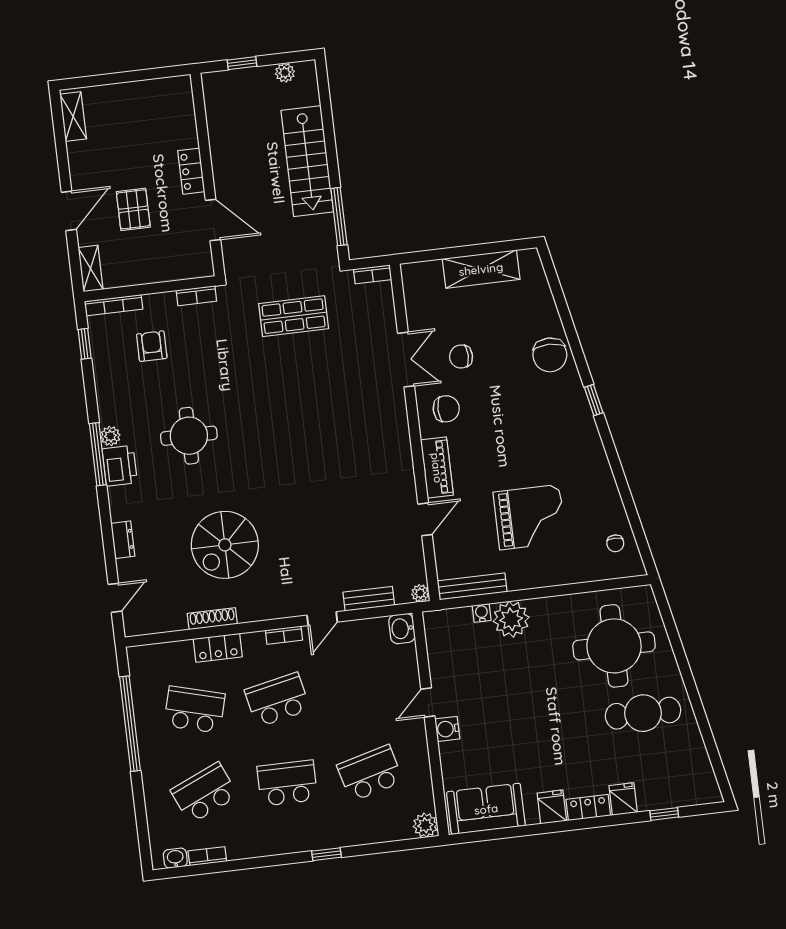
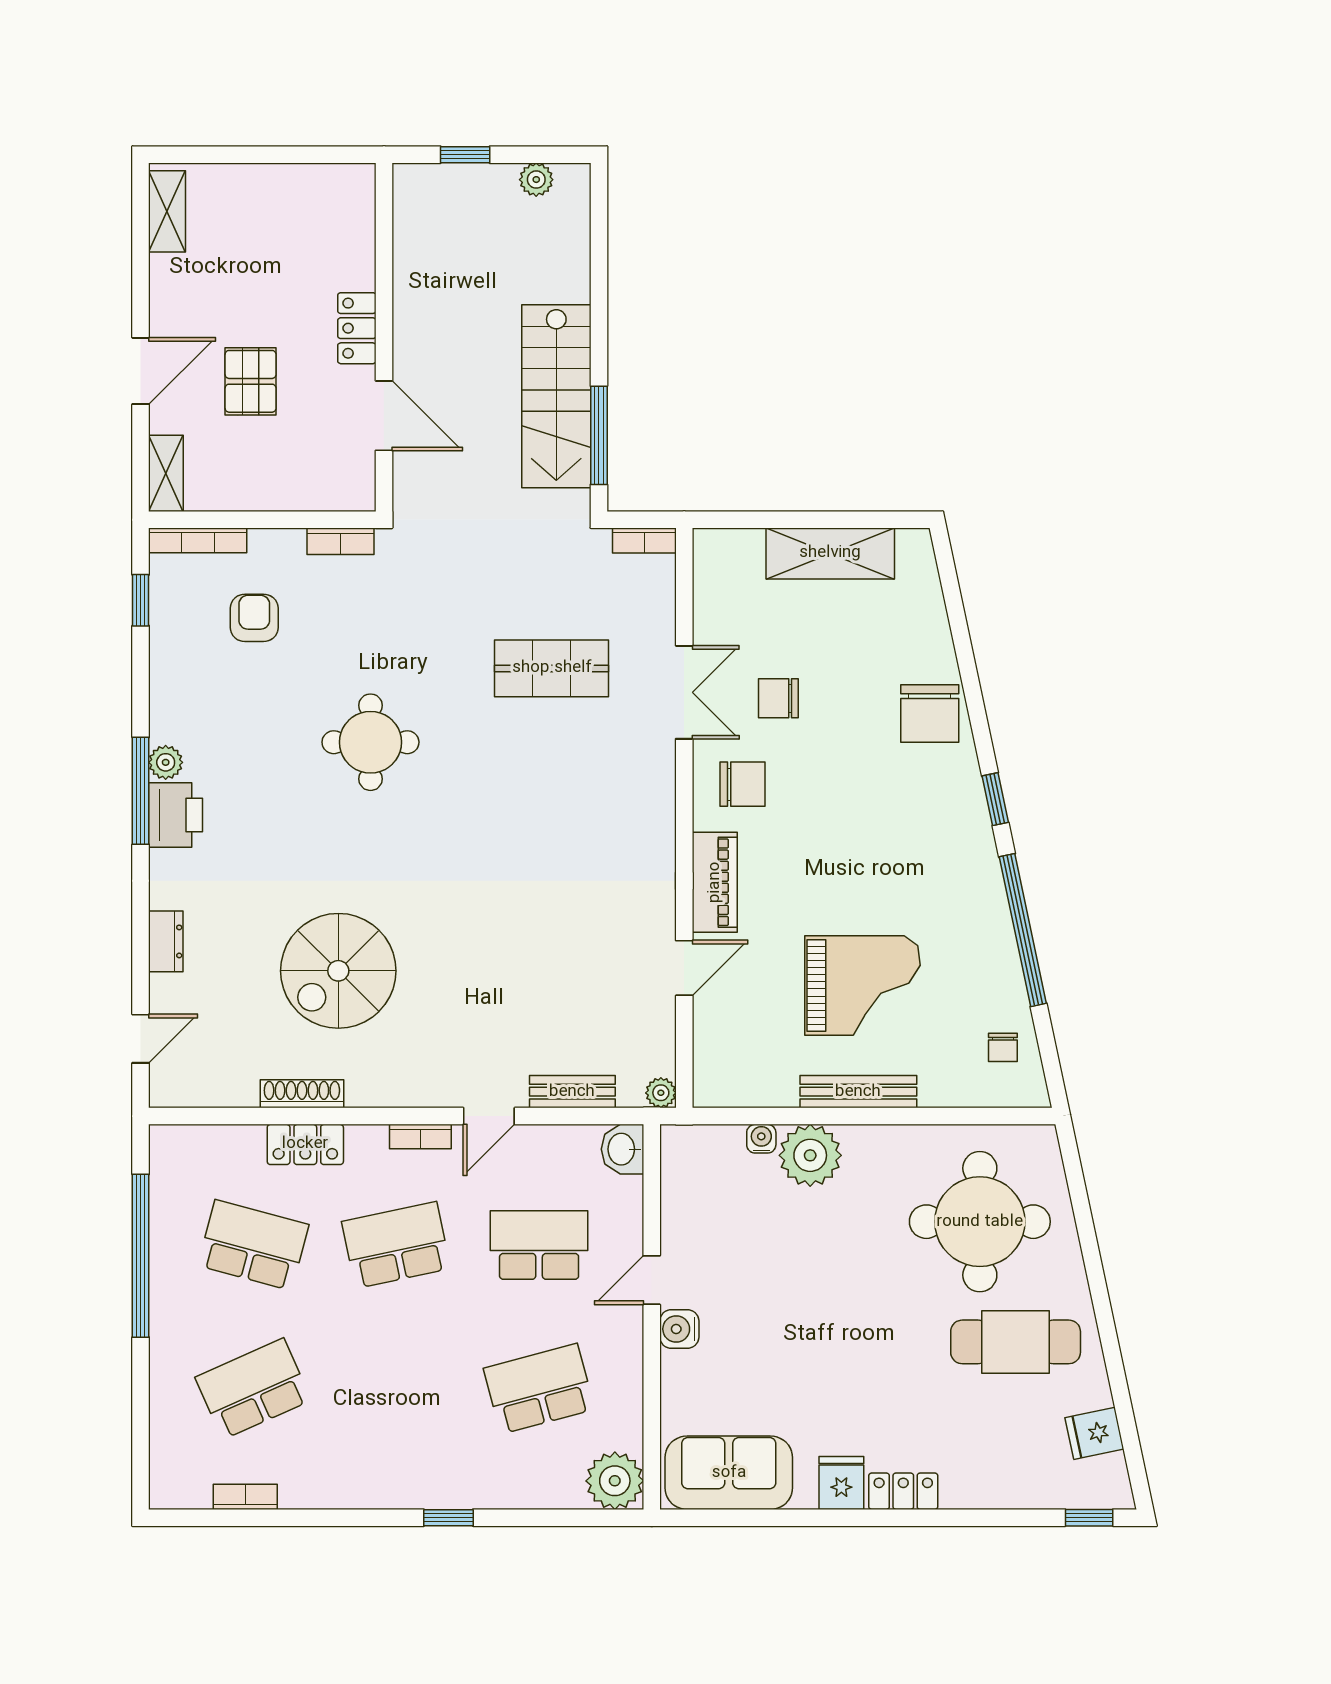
stairs: (307, 161) -> (556, 396), moved
shop shelf: (294, 316) -> (552, 668), moved
round table: (189, 436) -> (370, 742), moved
window: (619, 474) -> (1023, 930), added
bench: (472, 586) -> (858, 1092), moved
school desk: (287, 783) -> (539, 1245), moved
fridge: (623, 799) -> (1094, 1433), moved, turned -102
window: (664, 814) -> (1089, 1518), moved
plant: (425, 825) -> (615, 1481), width x1.36, depth x1.36
washbasin: (175, 858) -> (190, 1494), removed

